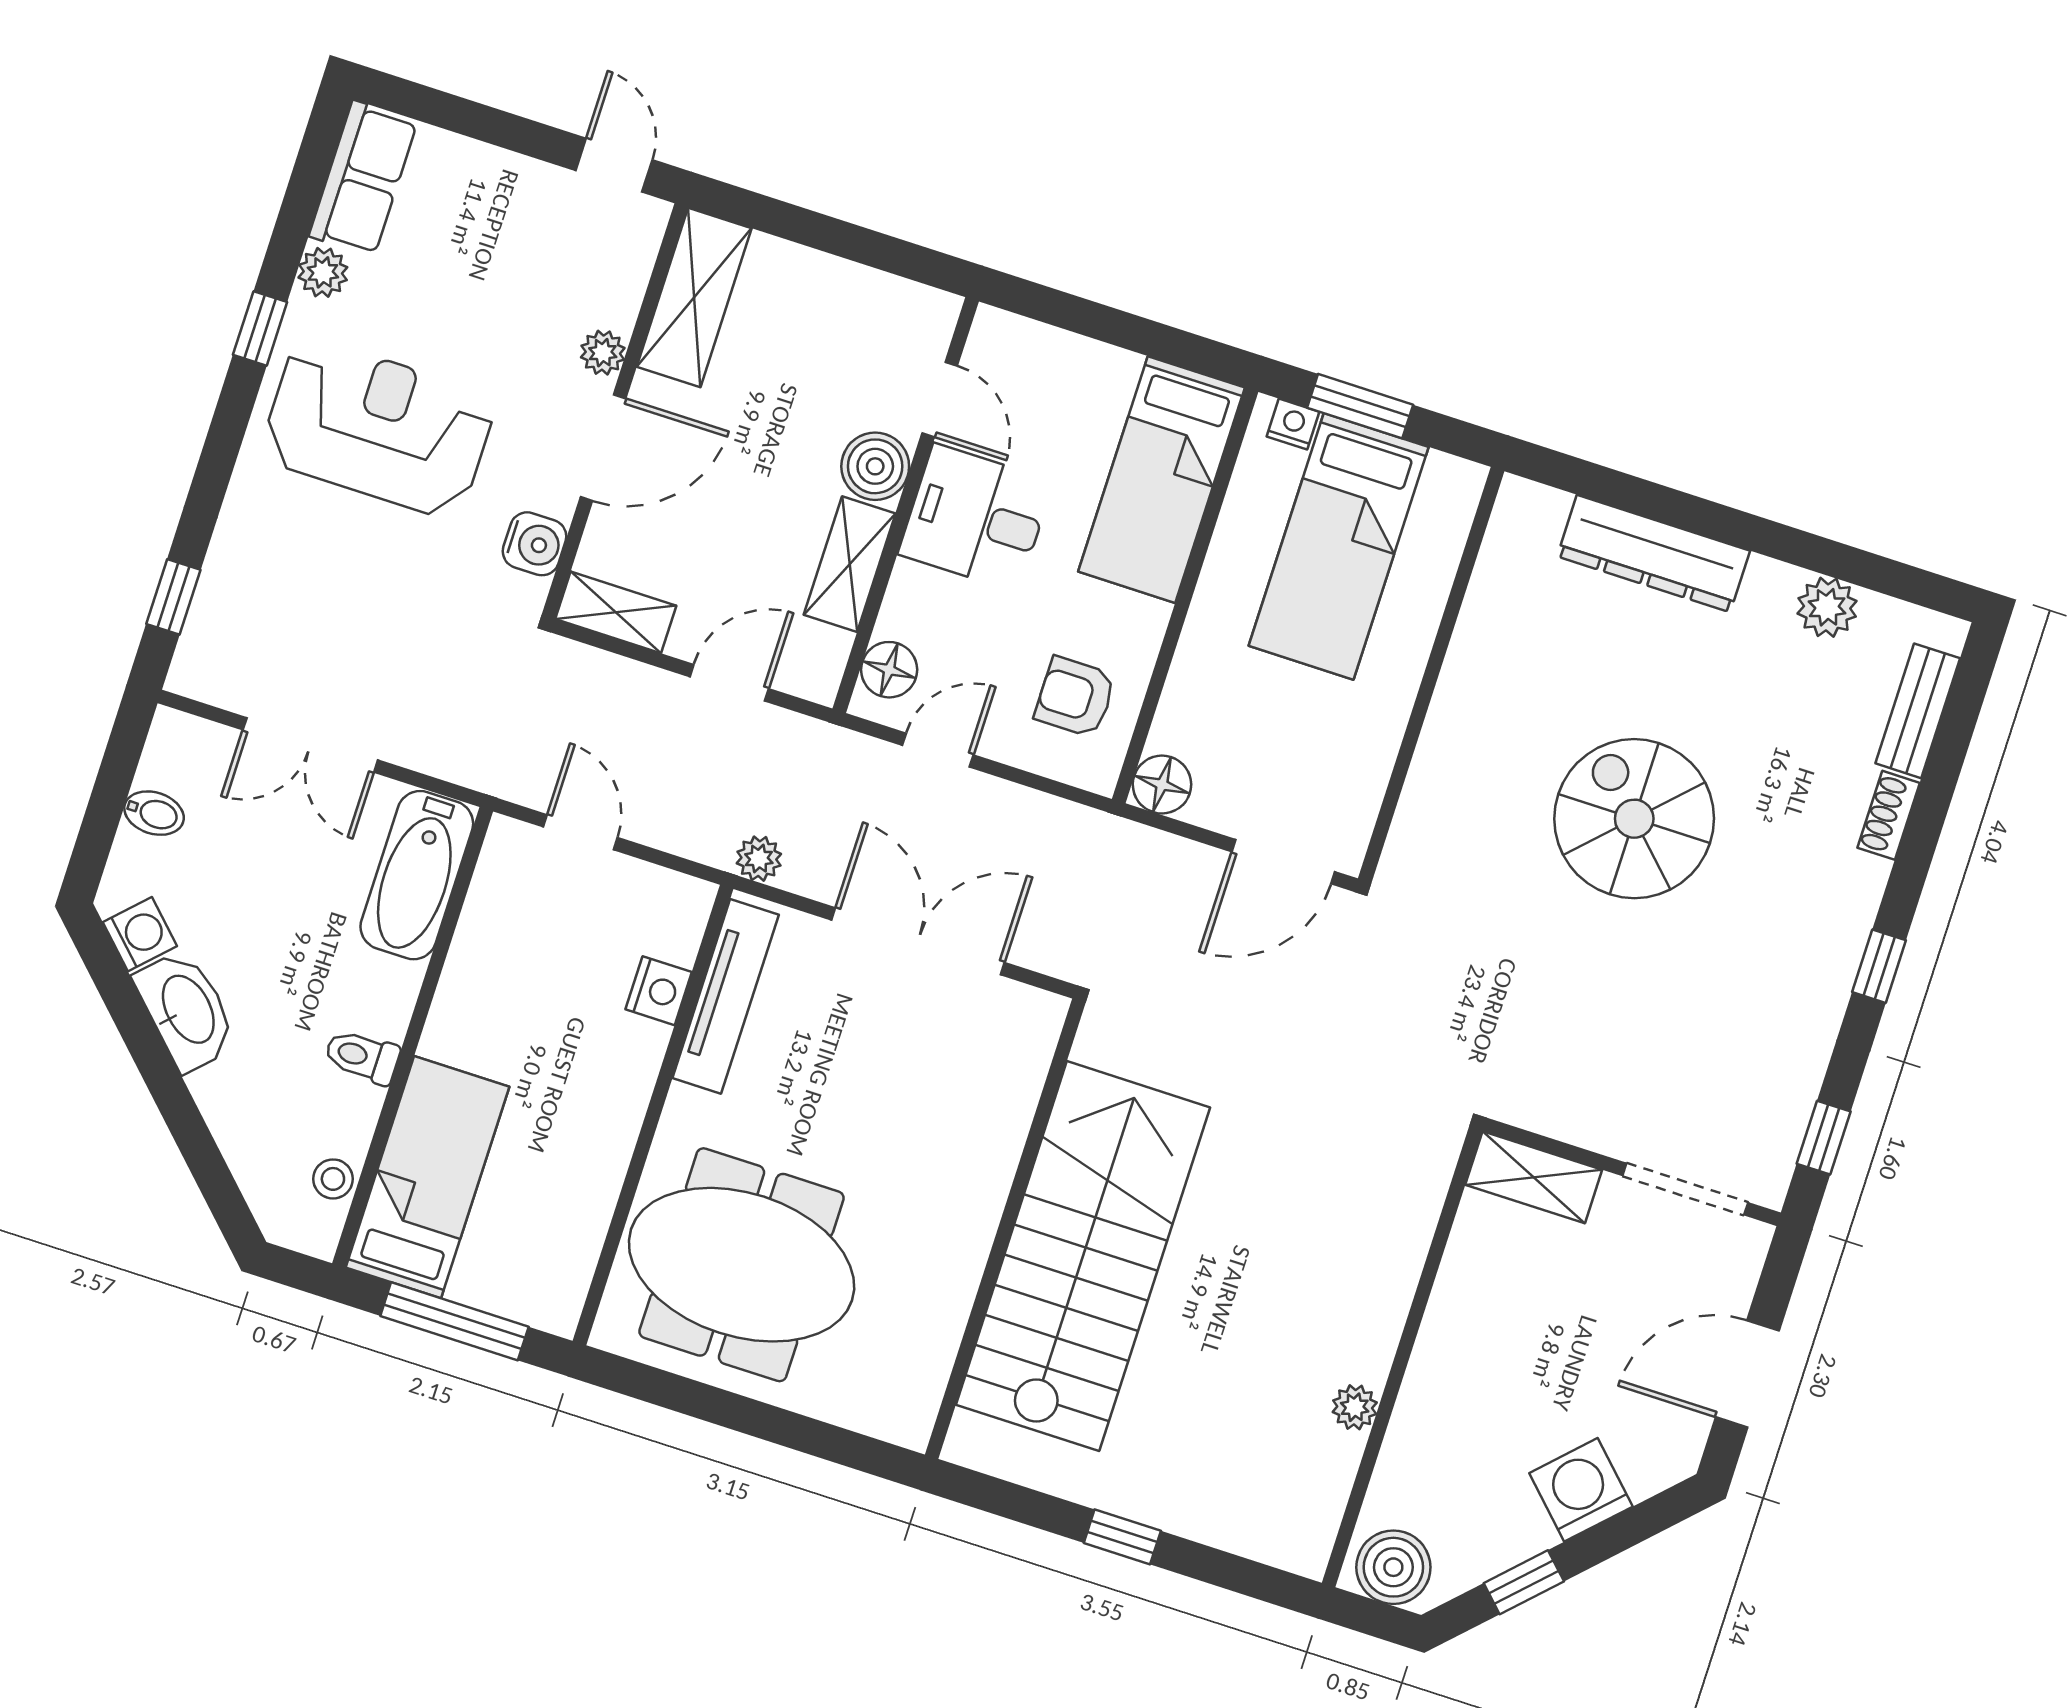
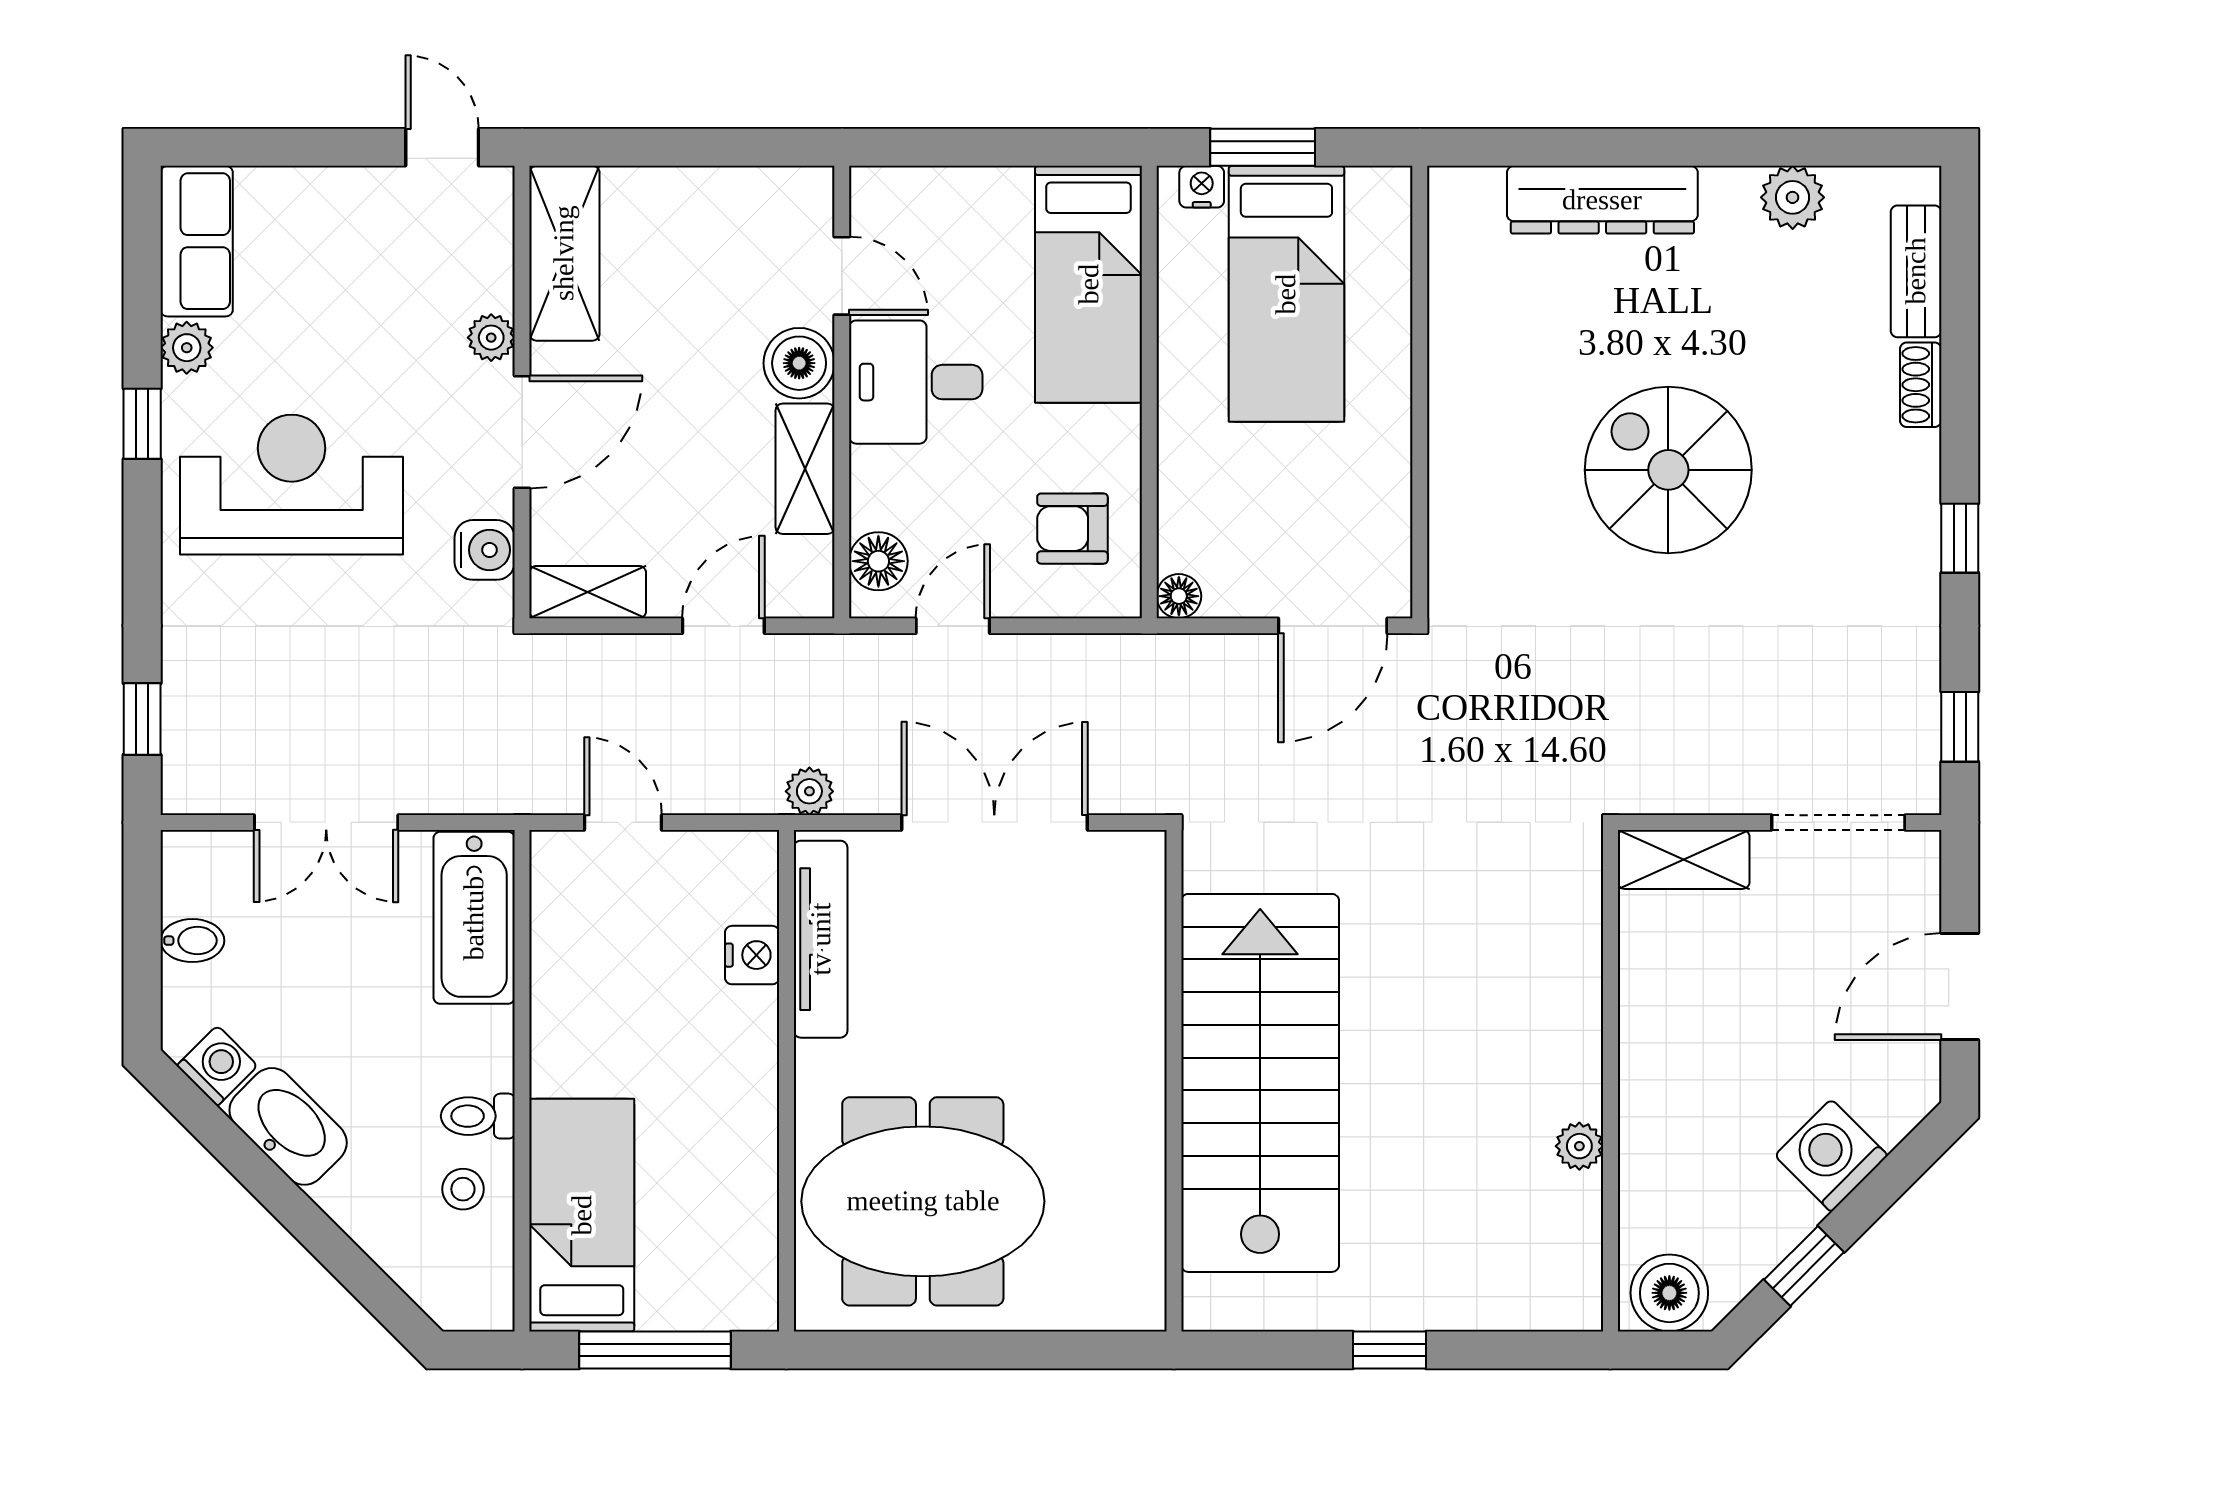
floor lamp: (1162, 785) -> (1179, 596), width x0.73, depth x0.73
stool: (333, 1179) -> (463, 1189), moved

